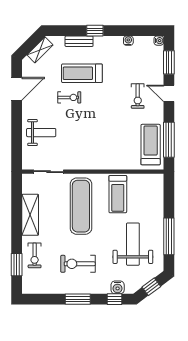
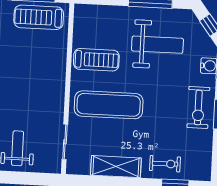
weight bench: (133, 244) -> (157, 45), turned 180
exercise bike: (78, 264) -> (198, 108), moved

